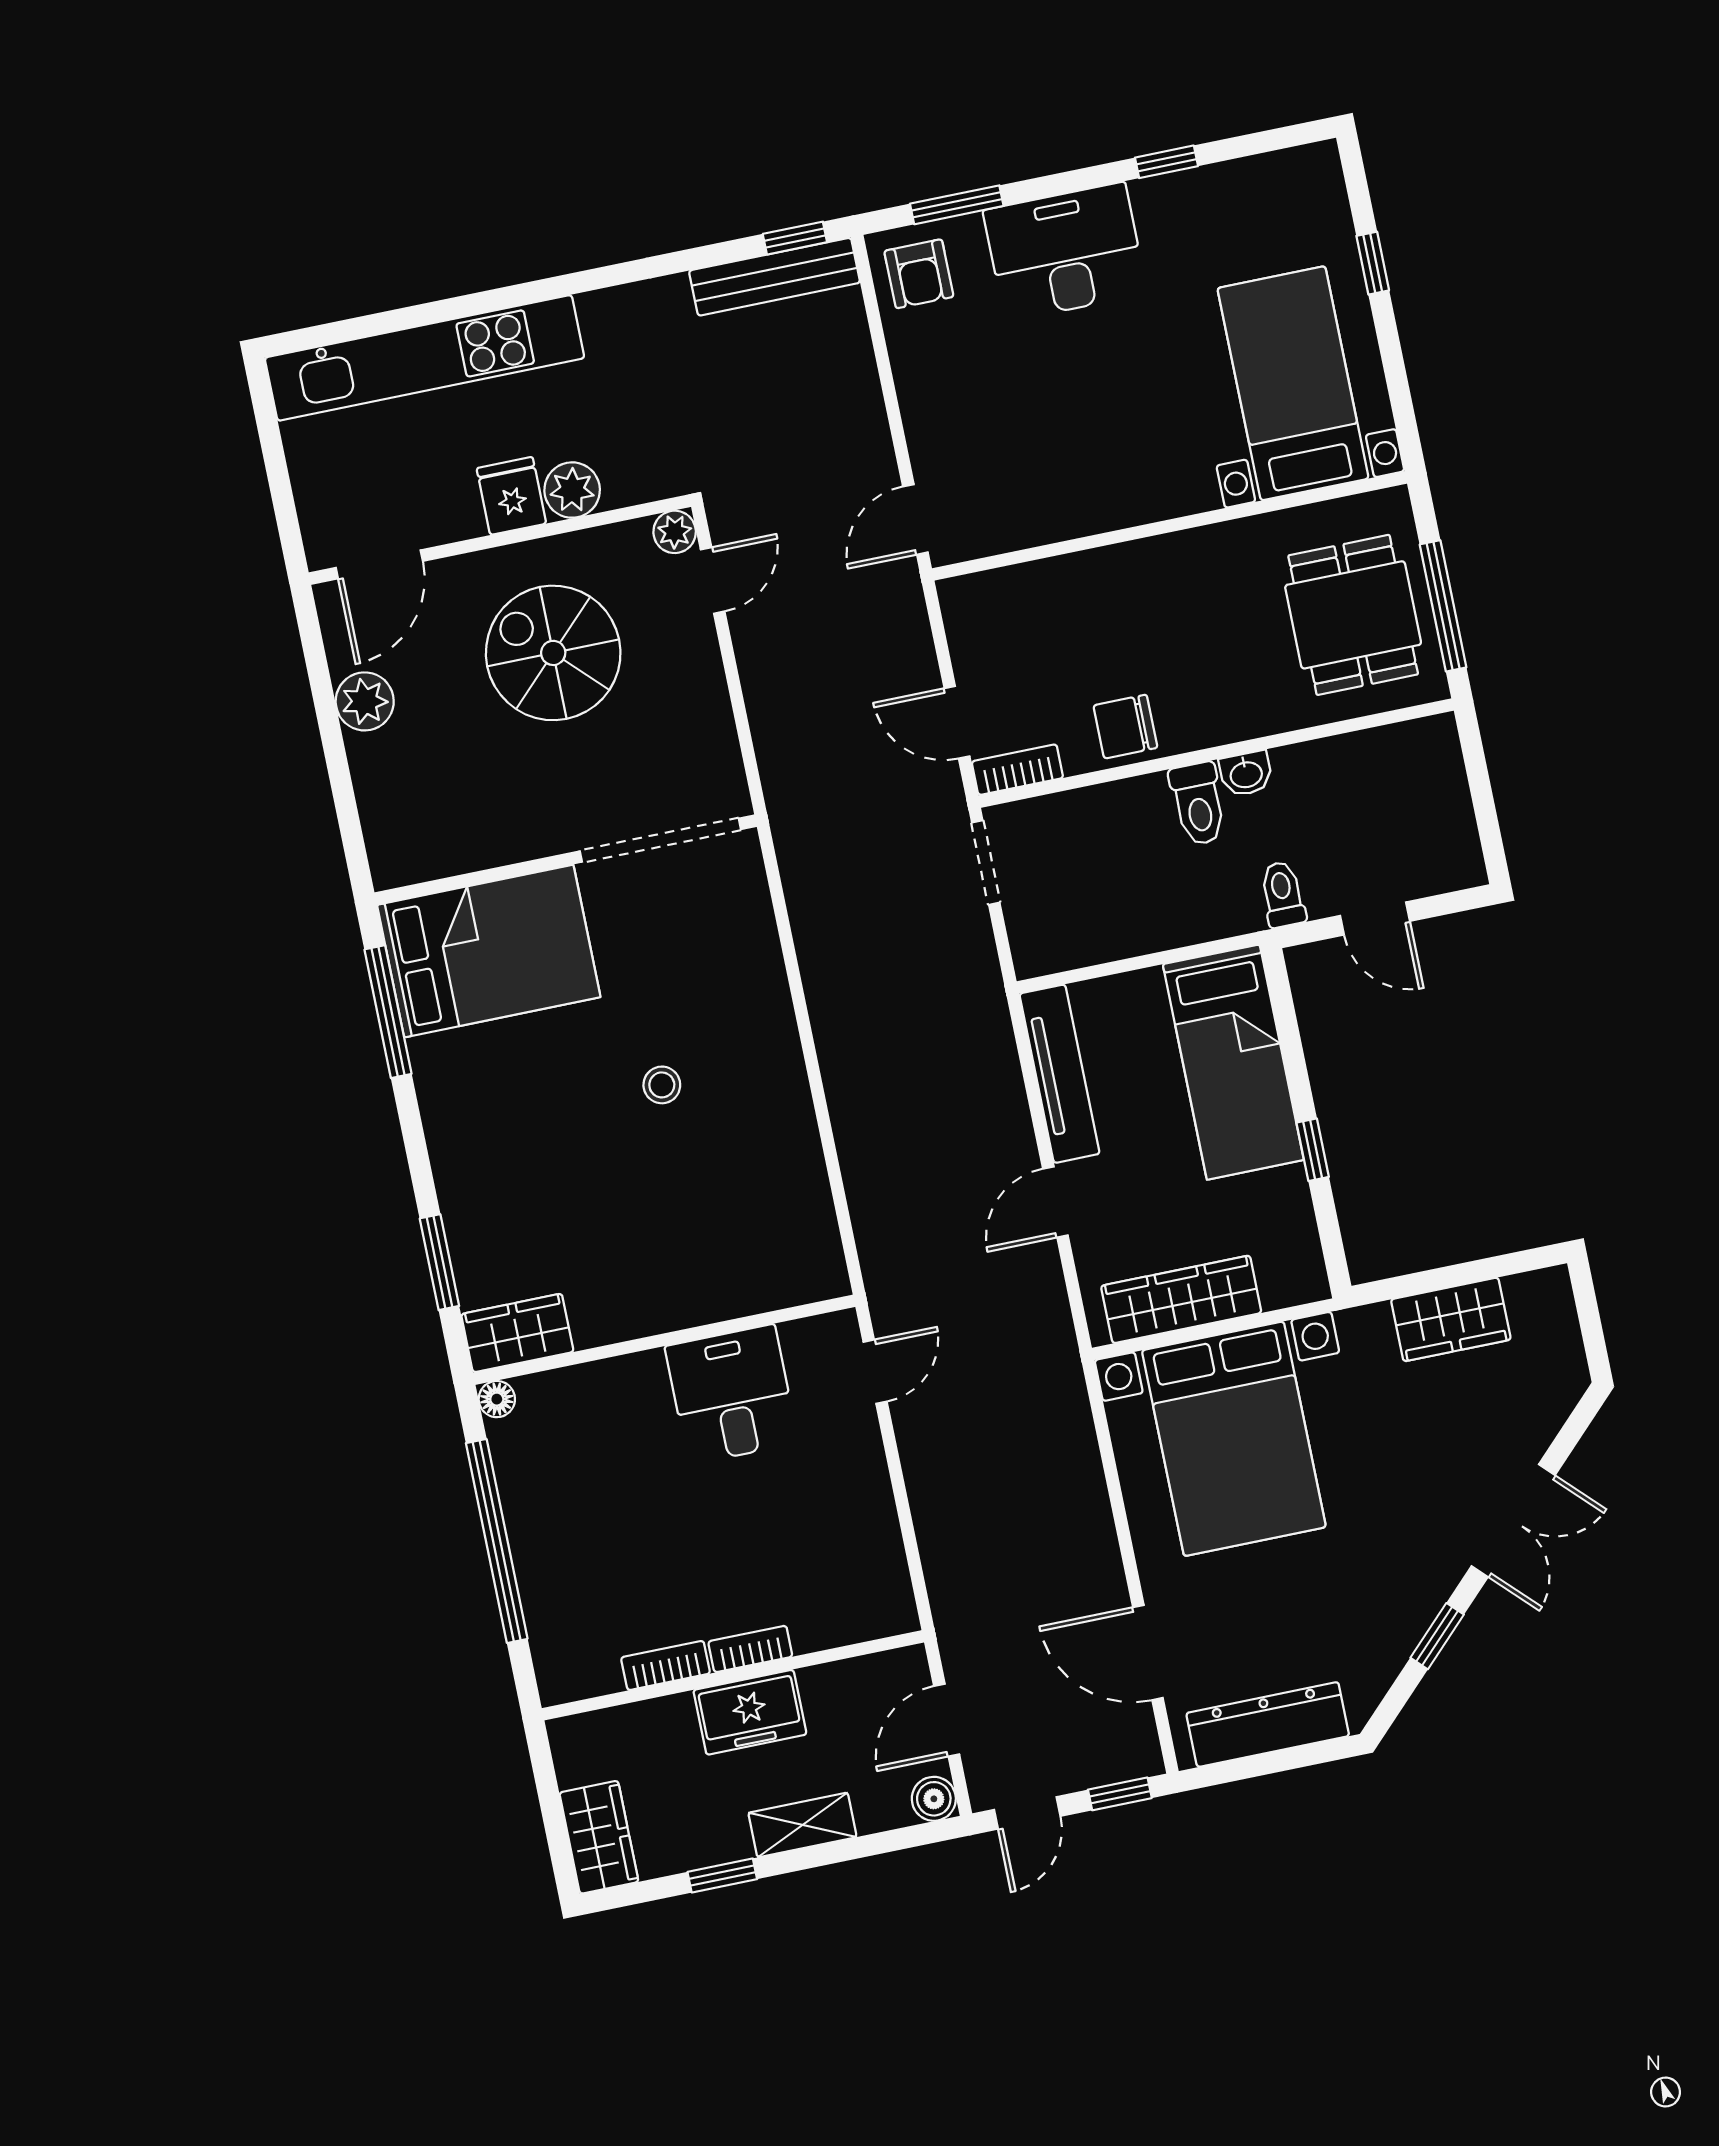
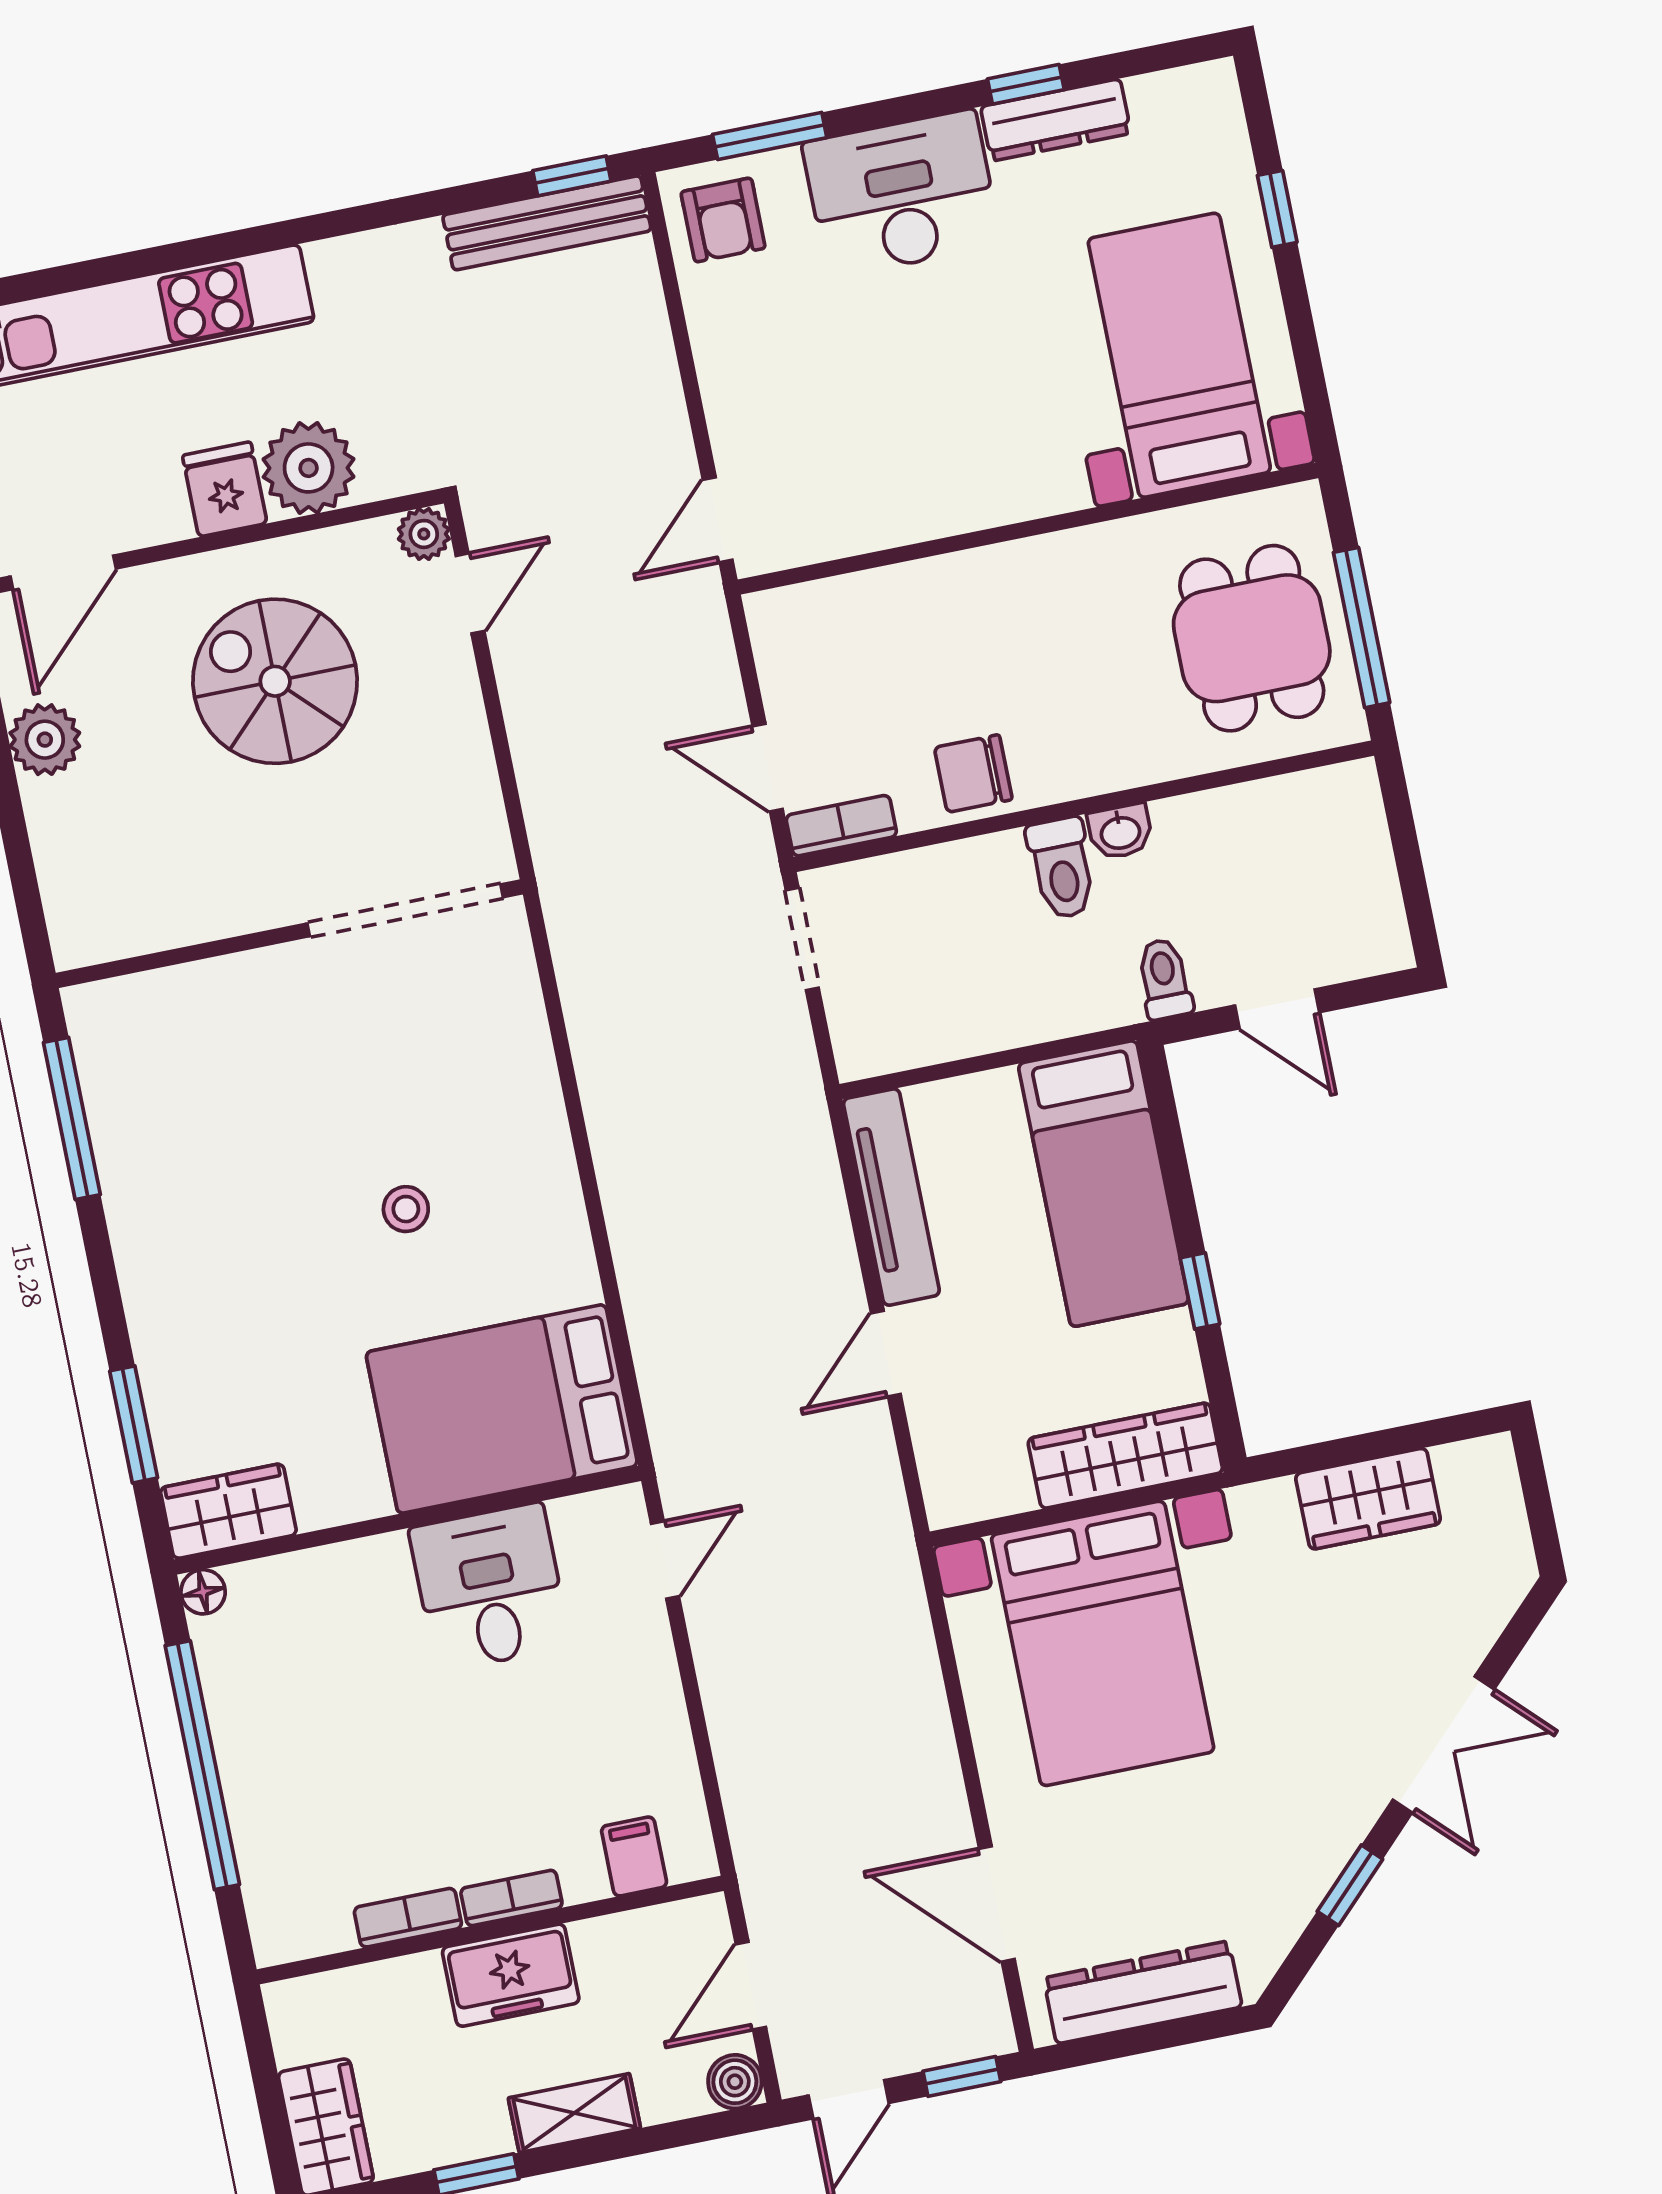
dresser: (1191, 191) -> (1056, 120), added
plant: (572, 490) -> (309, 468), width x1.36, depth x1.36
bed: (489, 951) -> (502, 1409), moved, turned 180
wardrobe: (1181, 1299) -> (1125, 1456), moved
filing cabinet: (851, 1615) -> (634, 1856), added

